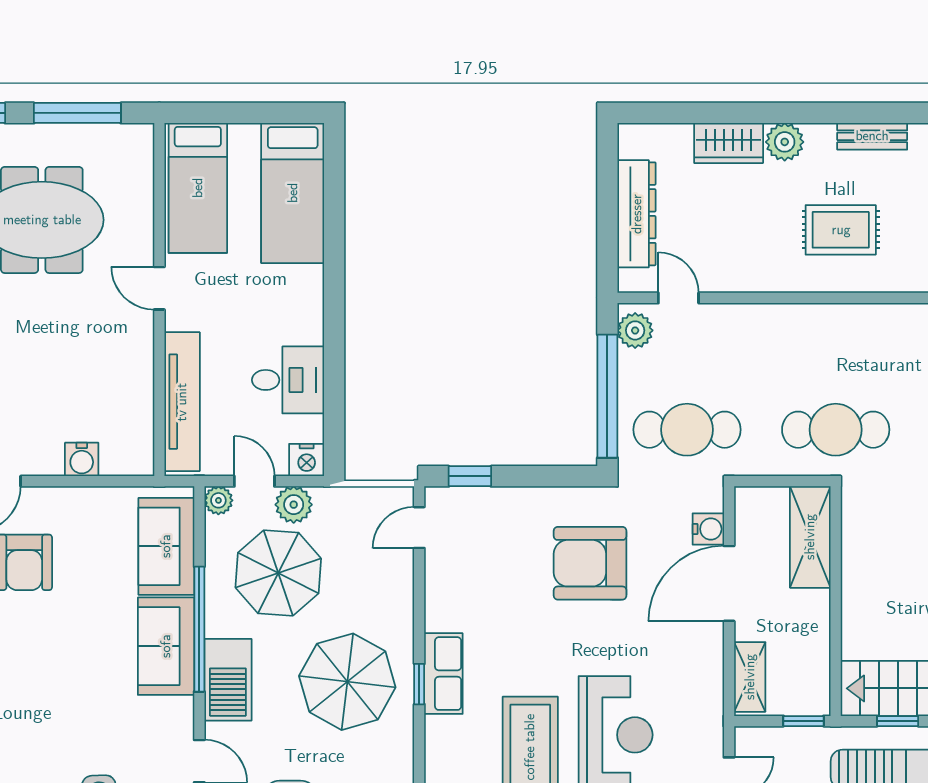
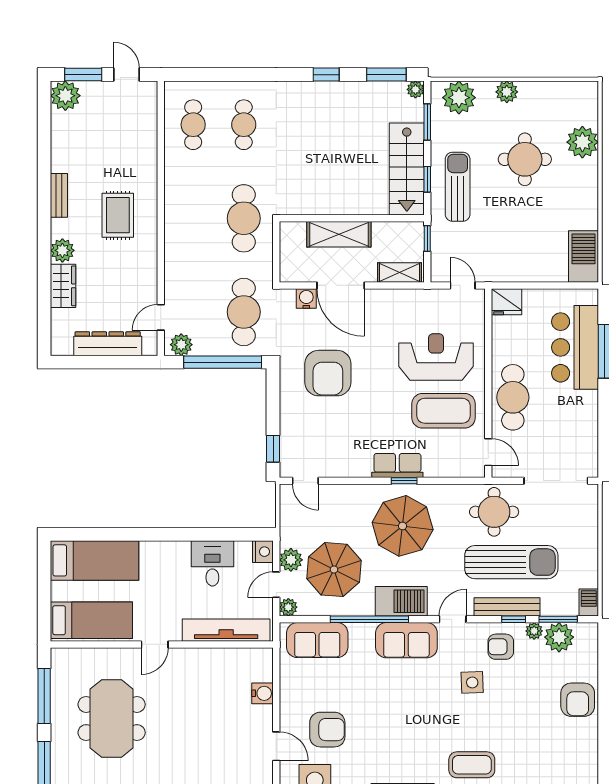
shelving: (810, 537) -> (339, 234), moved
sofa: (166, 646) -> (406, 640), moved

